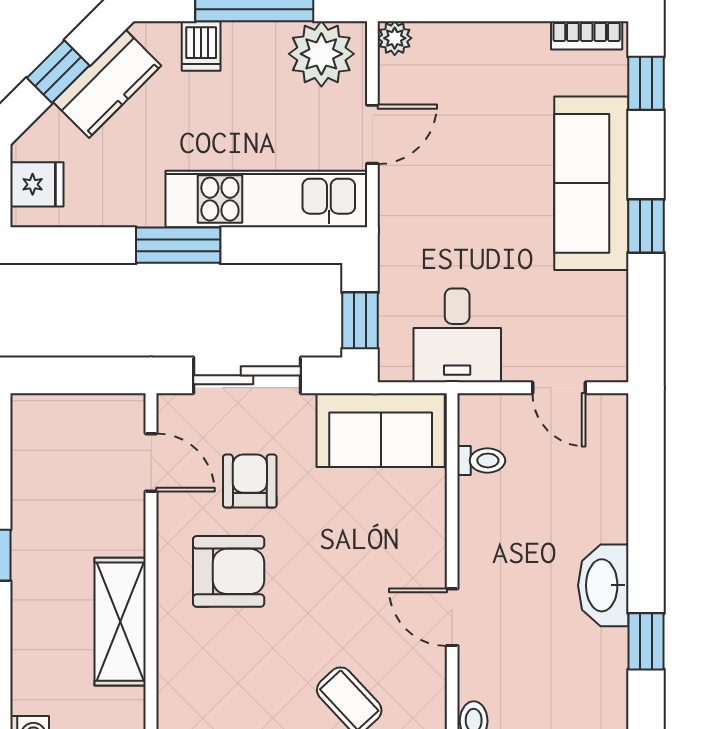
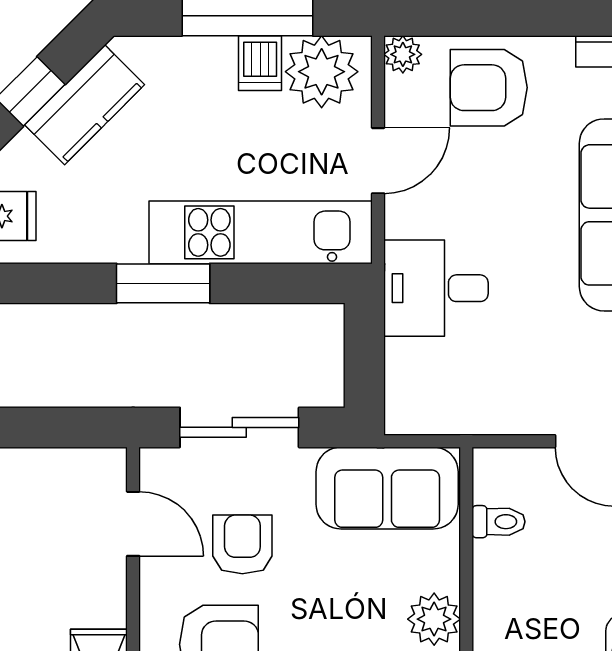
dishwasher: (201, 46) -> (260, 63), moved
armchair: (472, 68) -> (489, 88), added
window: (360, 320) -> (364, 367), removed
desk: (457, 335) -> (436, 288), moved, turned 90
plant: (423, 548) -> (434, 619), added

